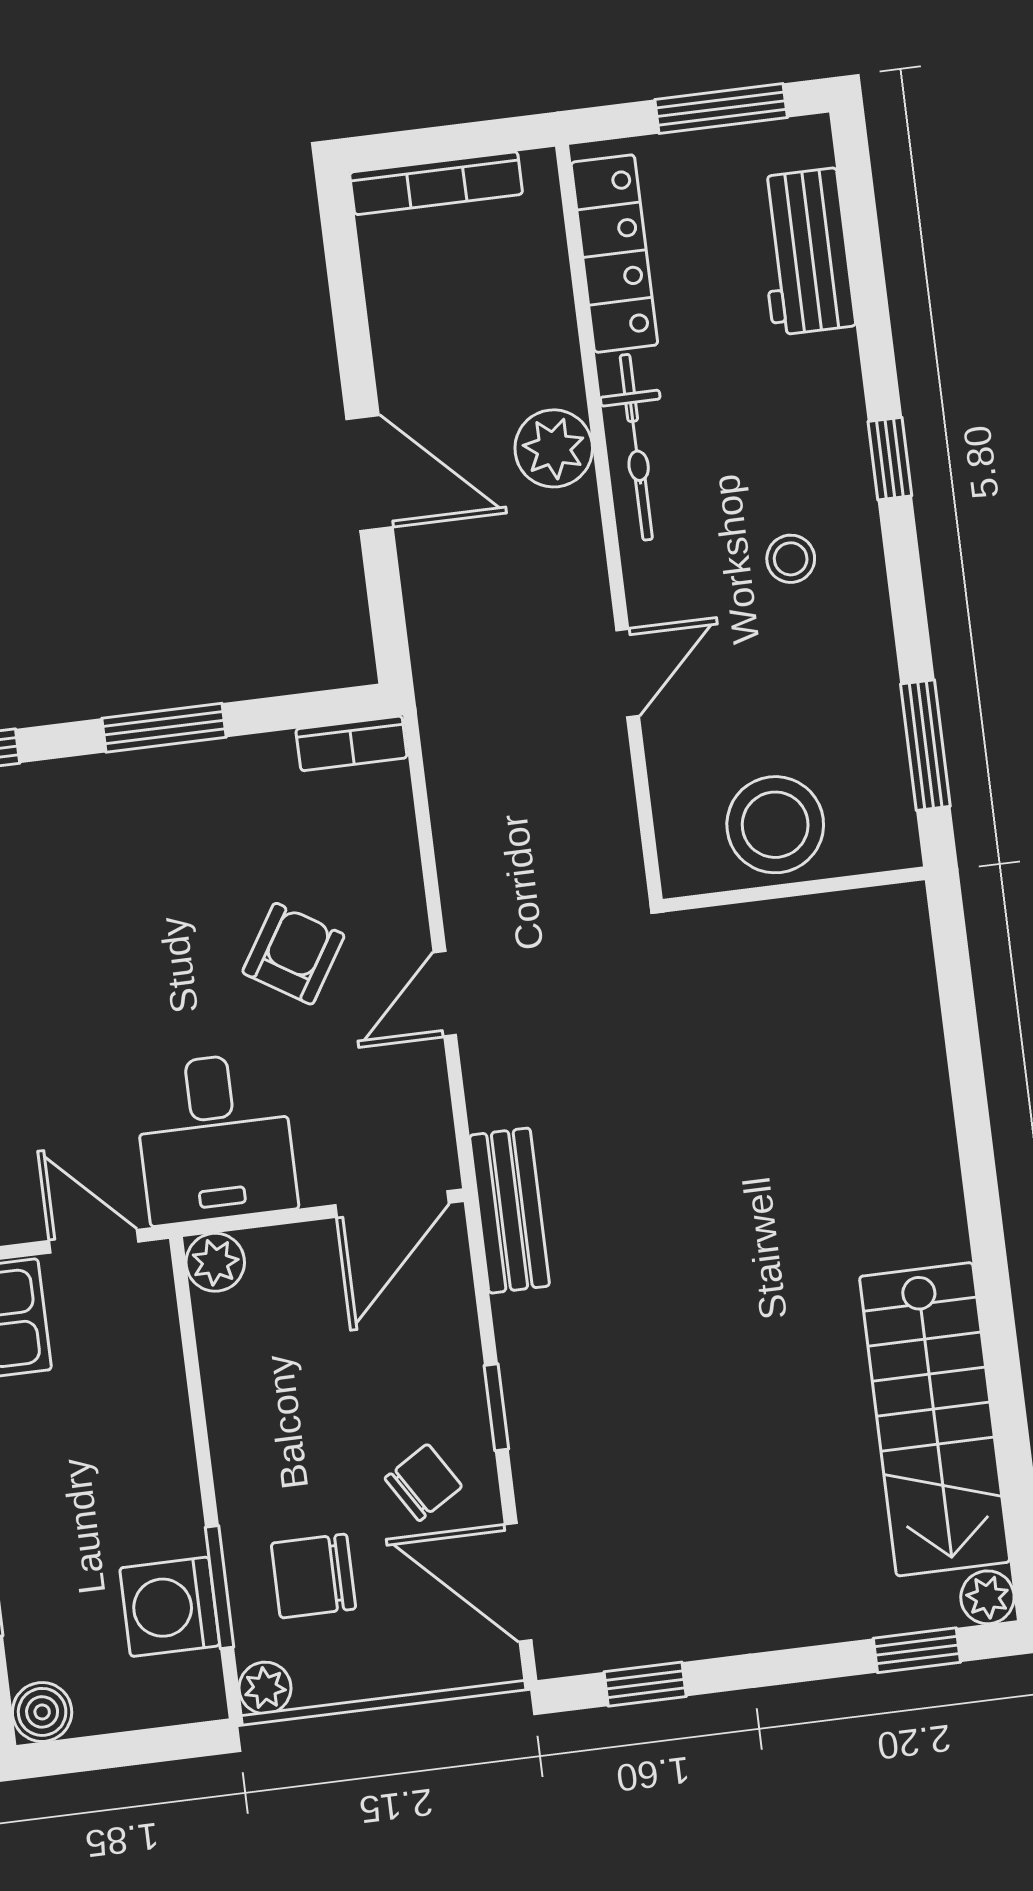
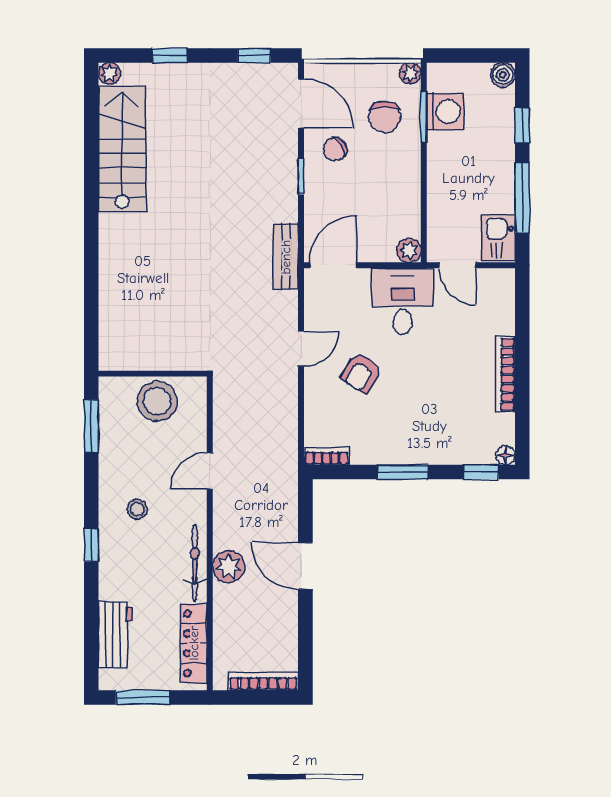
chair: (313, 1576) -> (385, 117), turned 90
window: (917, 1650) -> (169, 55), moved

